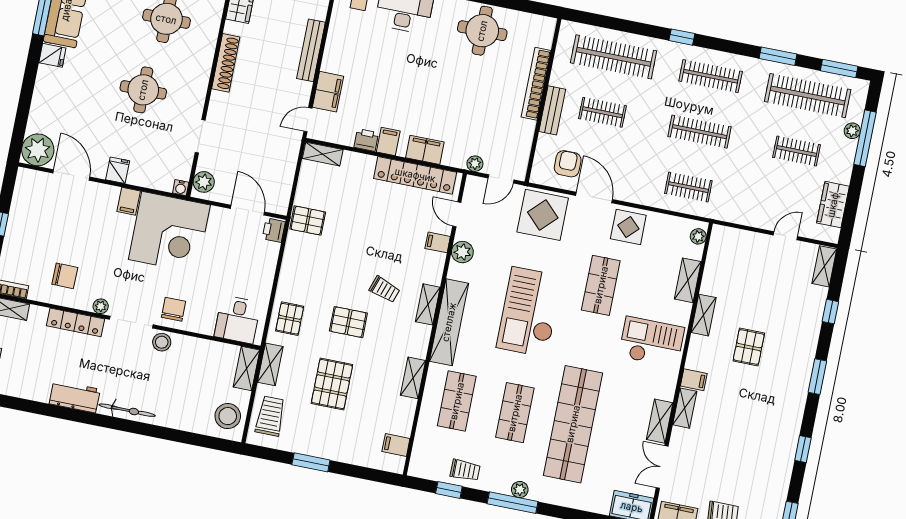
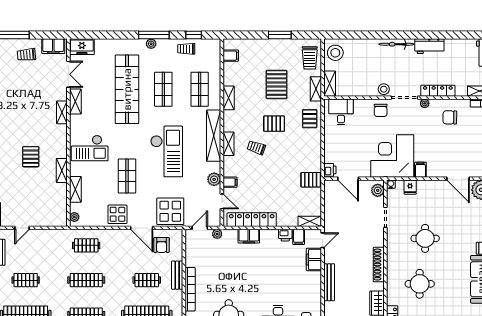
filing cabinet: (388, 141) -> (299, 237), moved
fridge: (118, 170) -> (410, 187), moved
filing cabinet: (694, 380) -> (60, 130), removed

